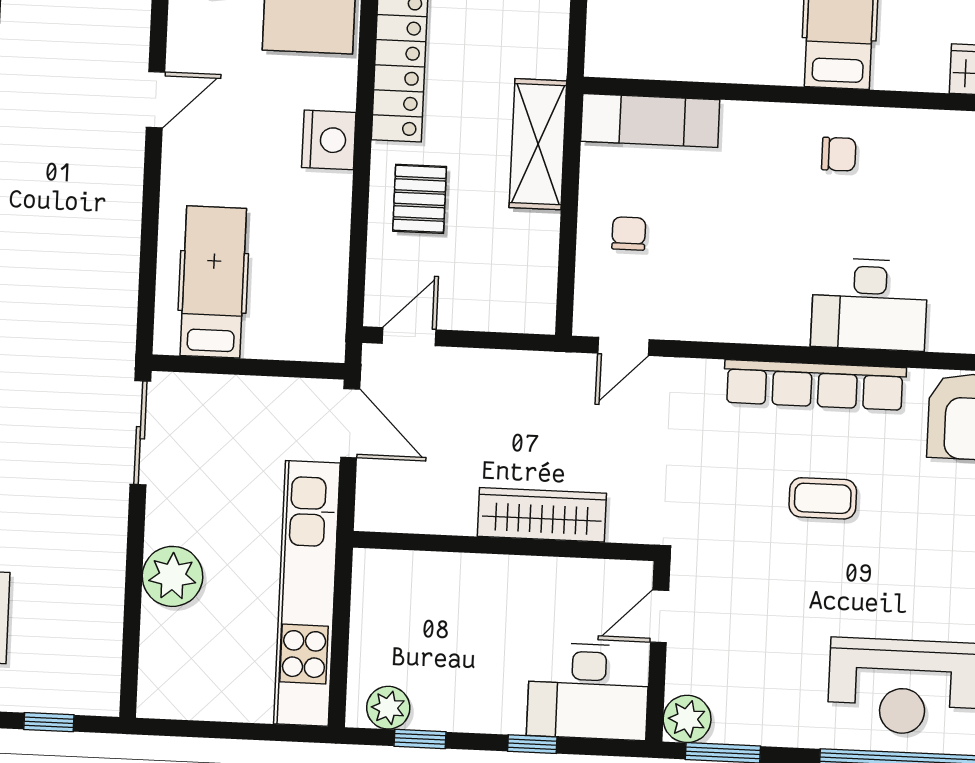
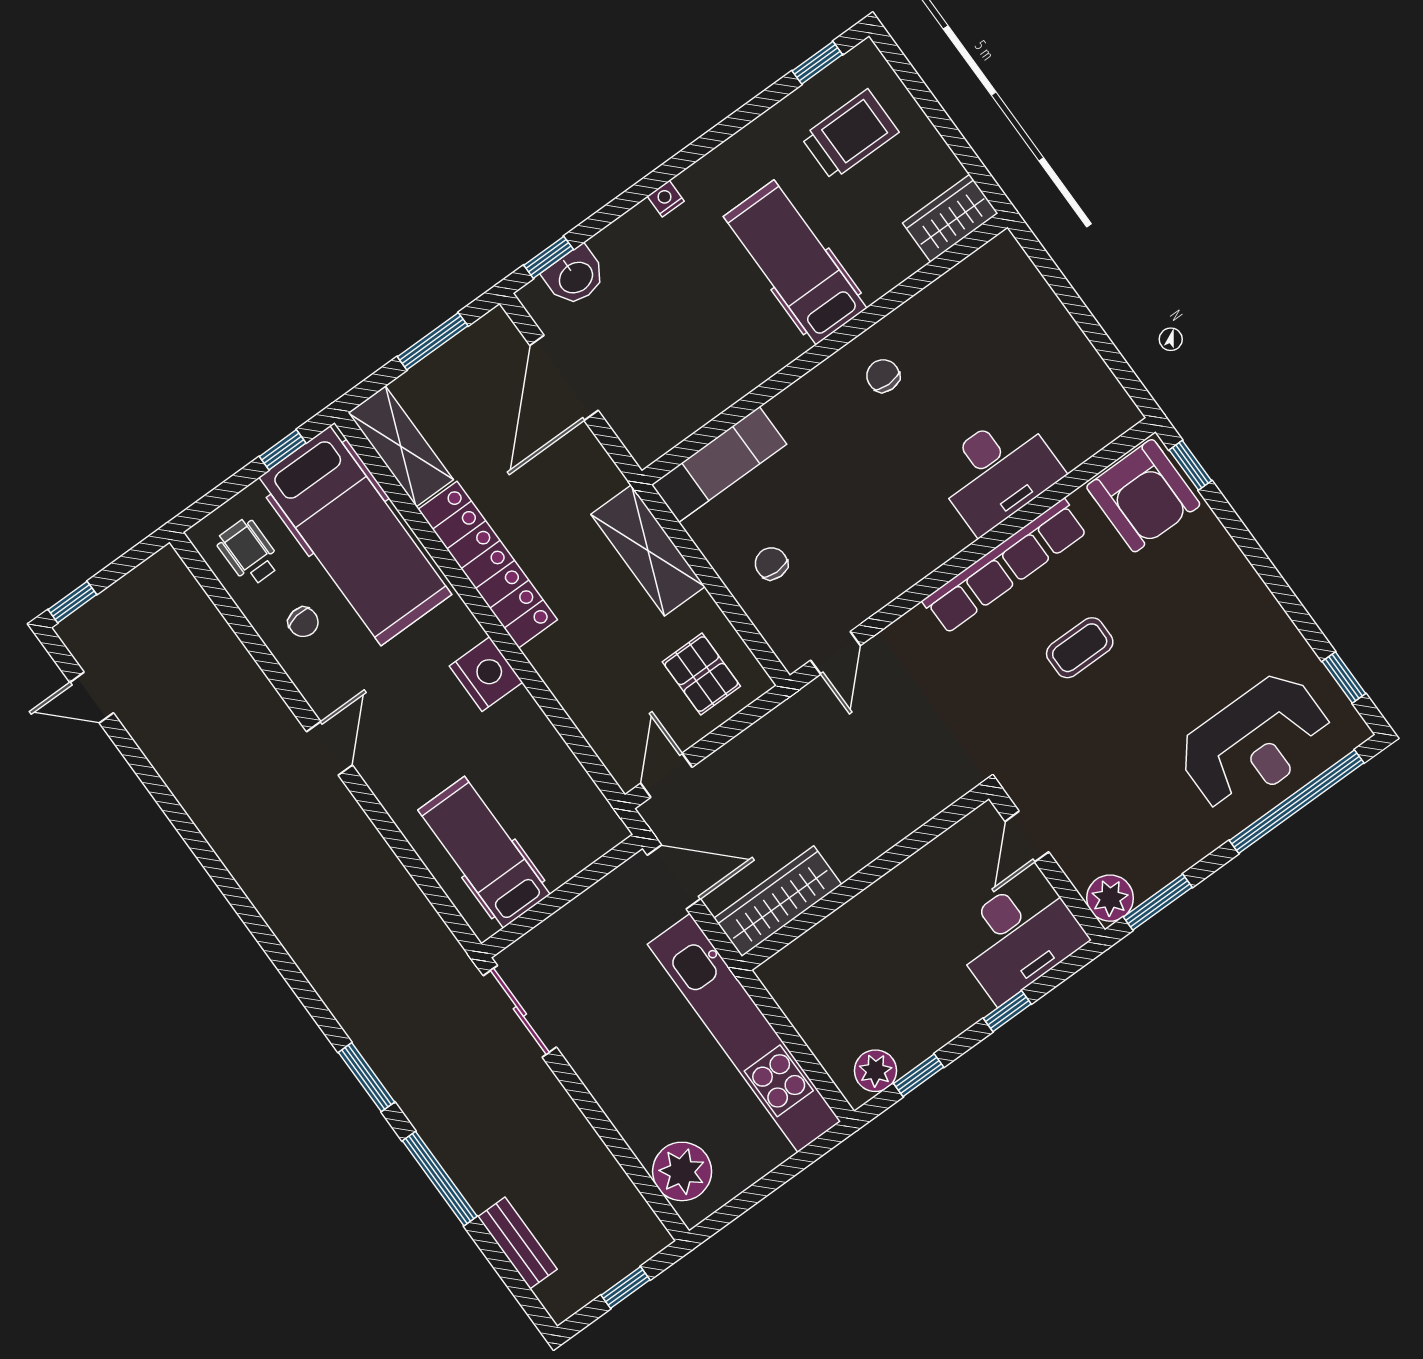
chair: (839, 154) -> (883, 376), turned -90
pallet: (420, 199) -> (701, 674), moved
wardrobe: (542, 515) -> (778, 901), moved
plant: (172, 576) -> (682, 1171), moved

